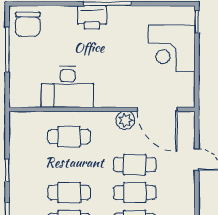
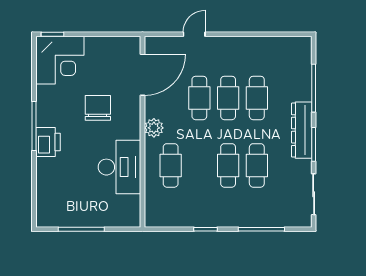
chair: (28, 24) -> (98, 108), moved, turned -90
corner desk: (172, 48) -> (60, 60), moved
plant: (125, 120) -> (154, 128), moved

